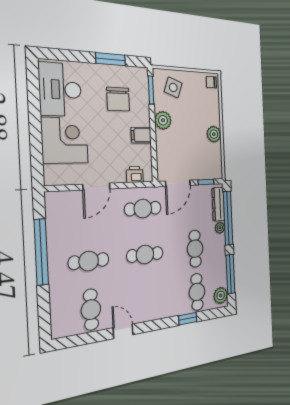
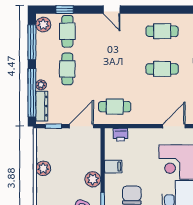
door: (96, 187) -> (174, 126), moved
cafe table: (145, 254) -> (115, 69), removed
cafe table: (91, 310) -> (162, 31), turned 90
window: (188, 319) -> (65, 10), moved
door: (123, 331) -> (112, 10), moved

